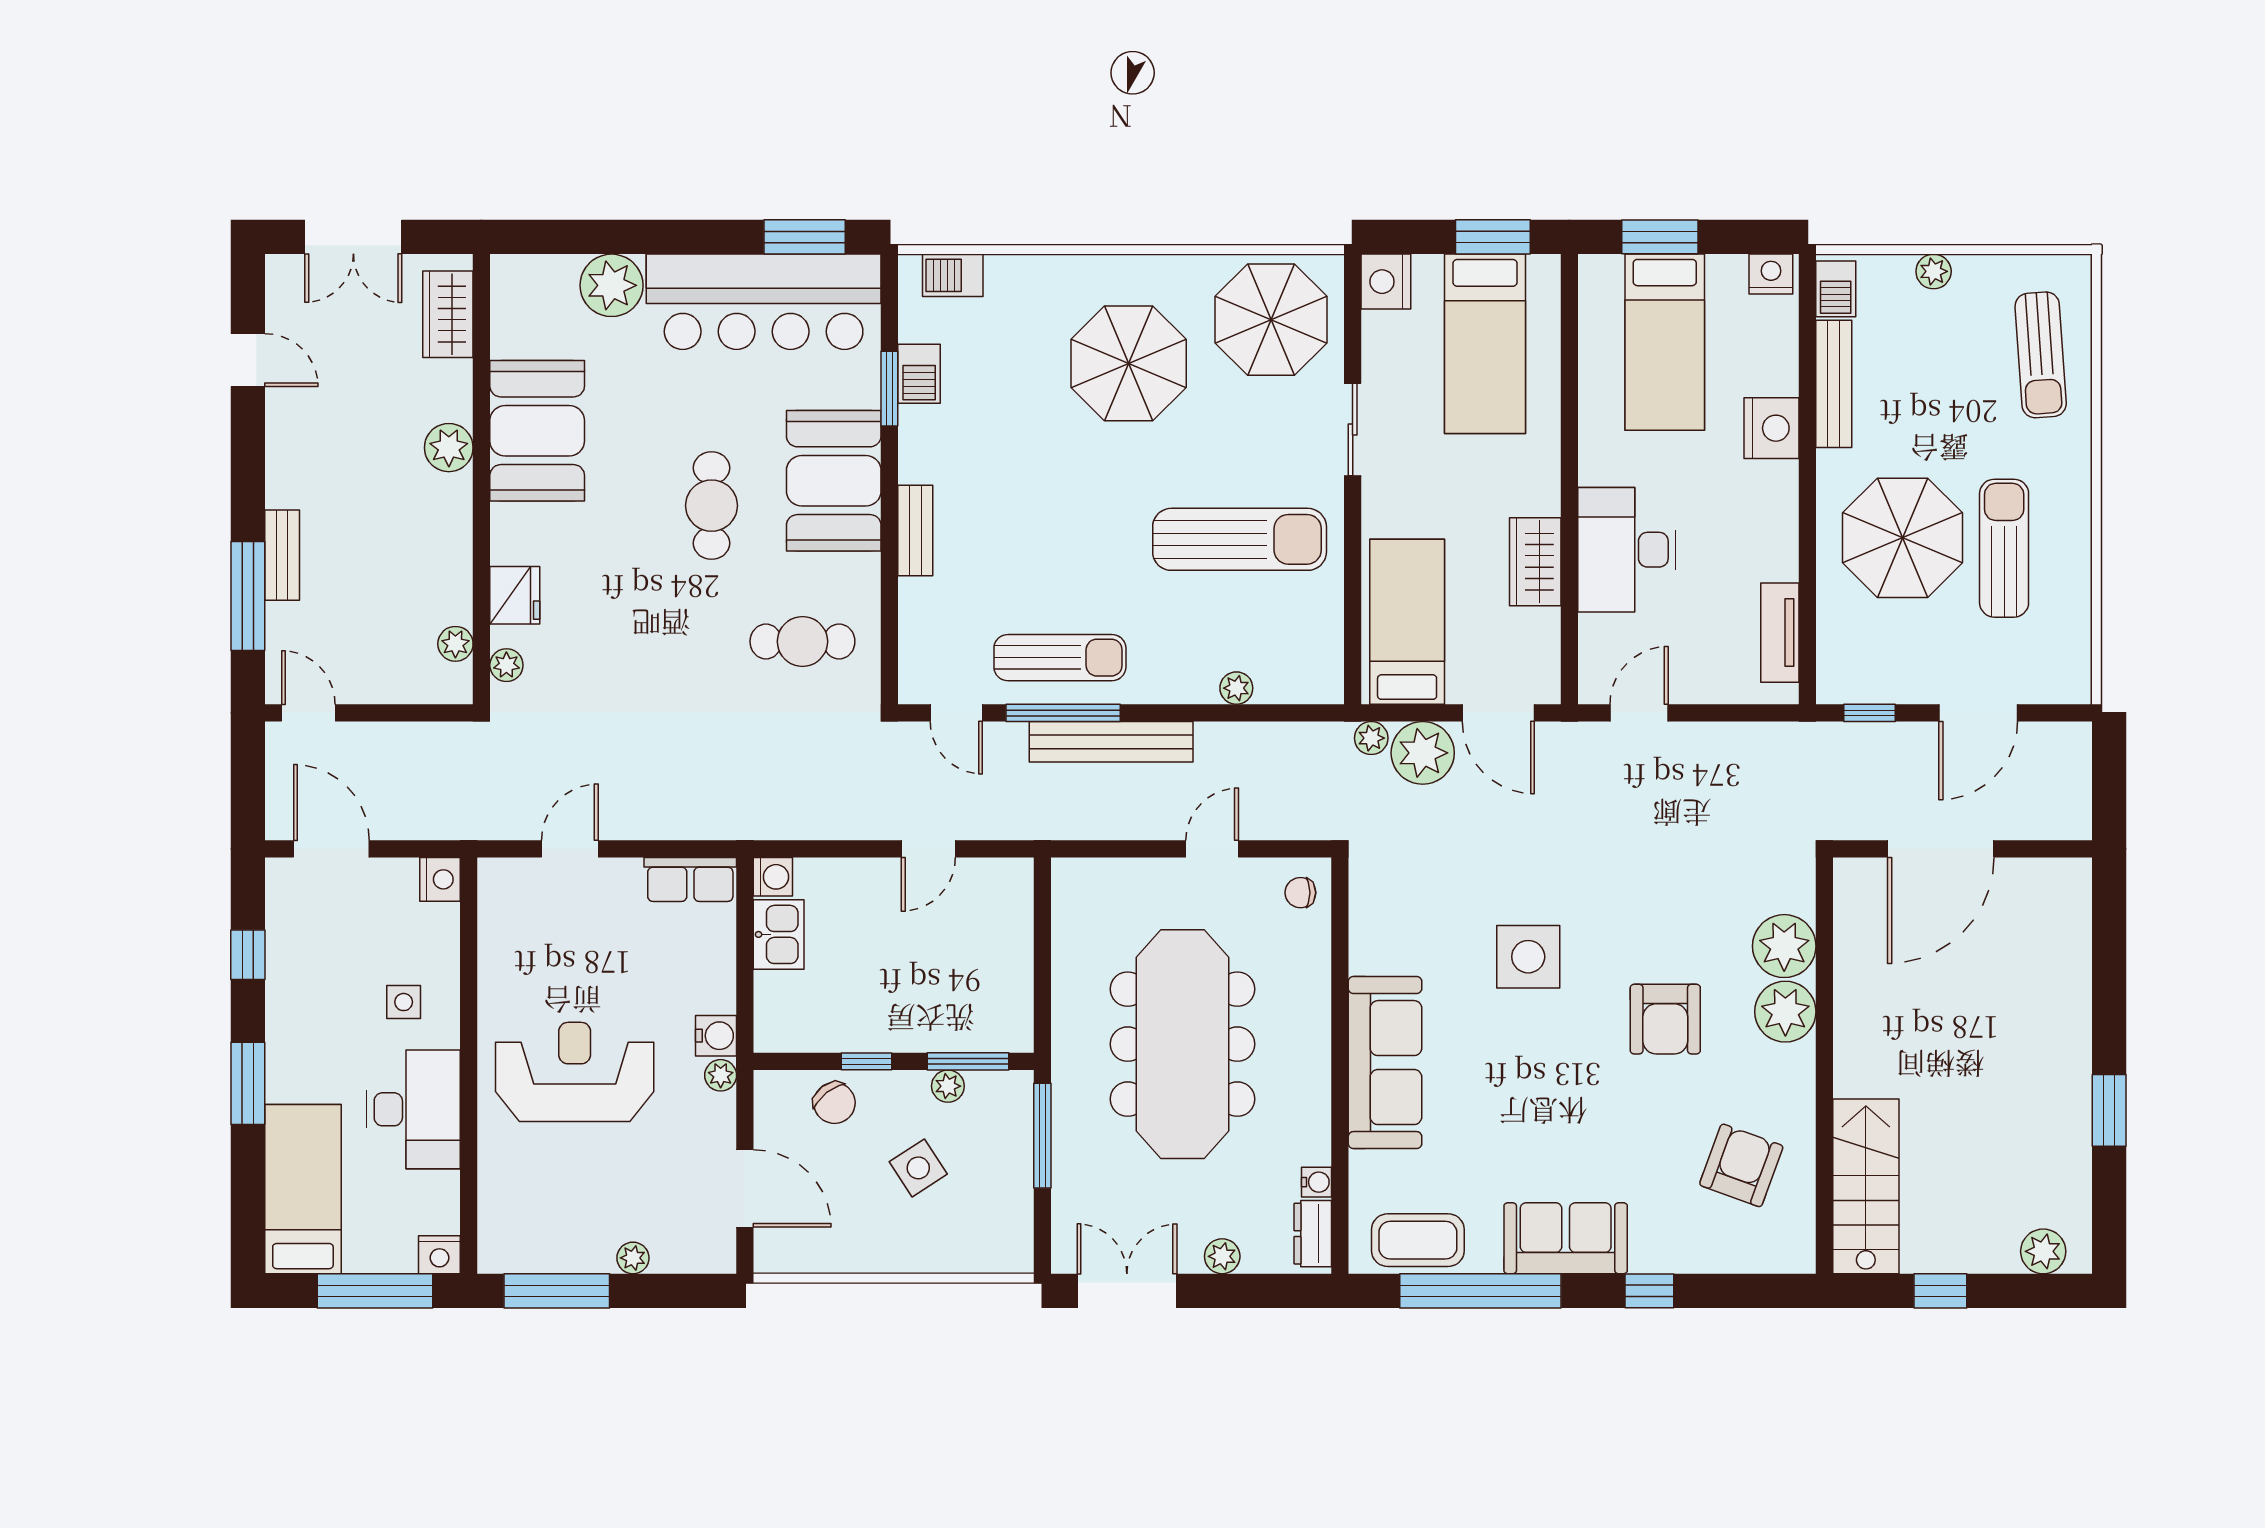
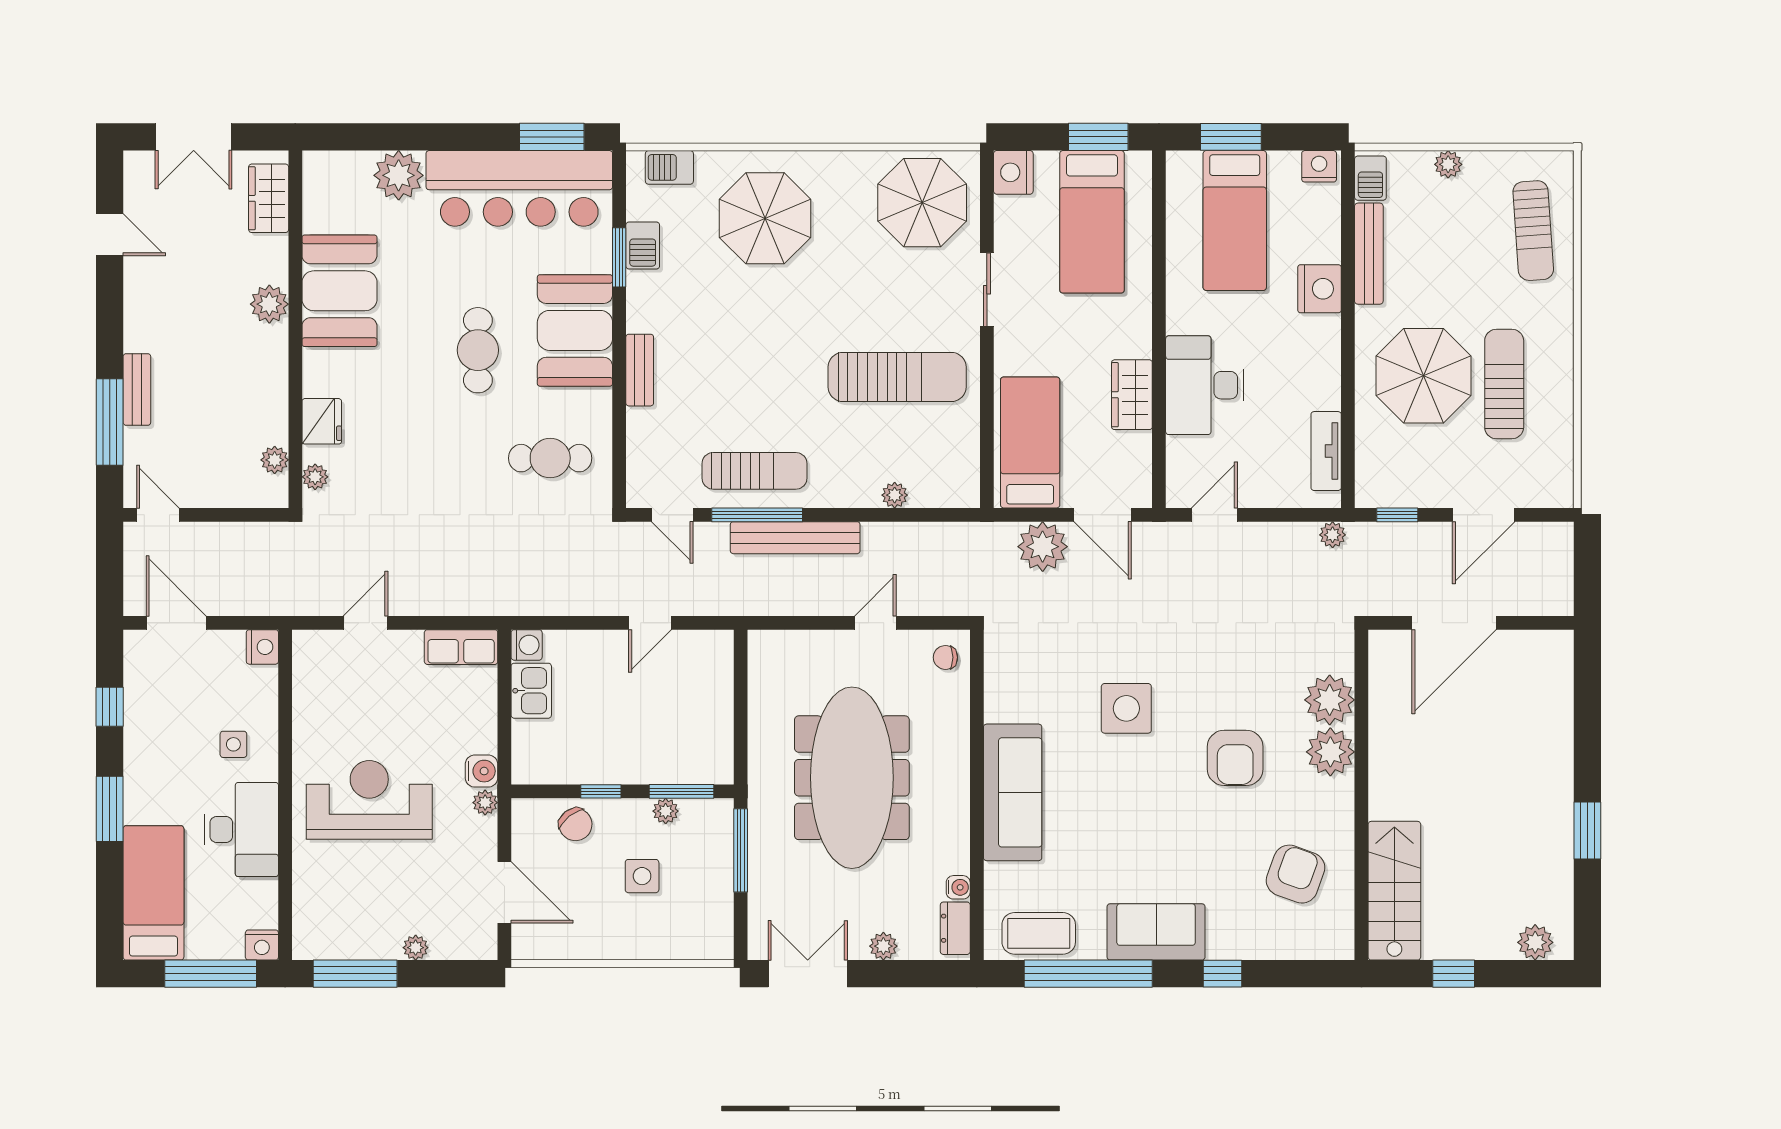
parasol: (1129, 363) -> (765, 218), moved
plant: (1371, 738) -> (1333, 535), moved
side table: (918, 1168) -> (642, 876), turned 33

